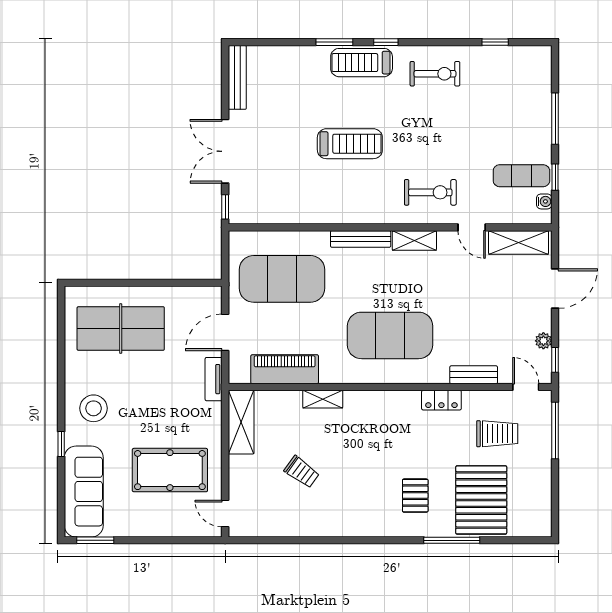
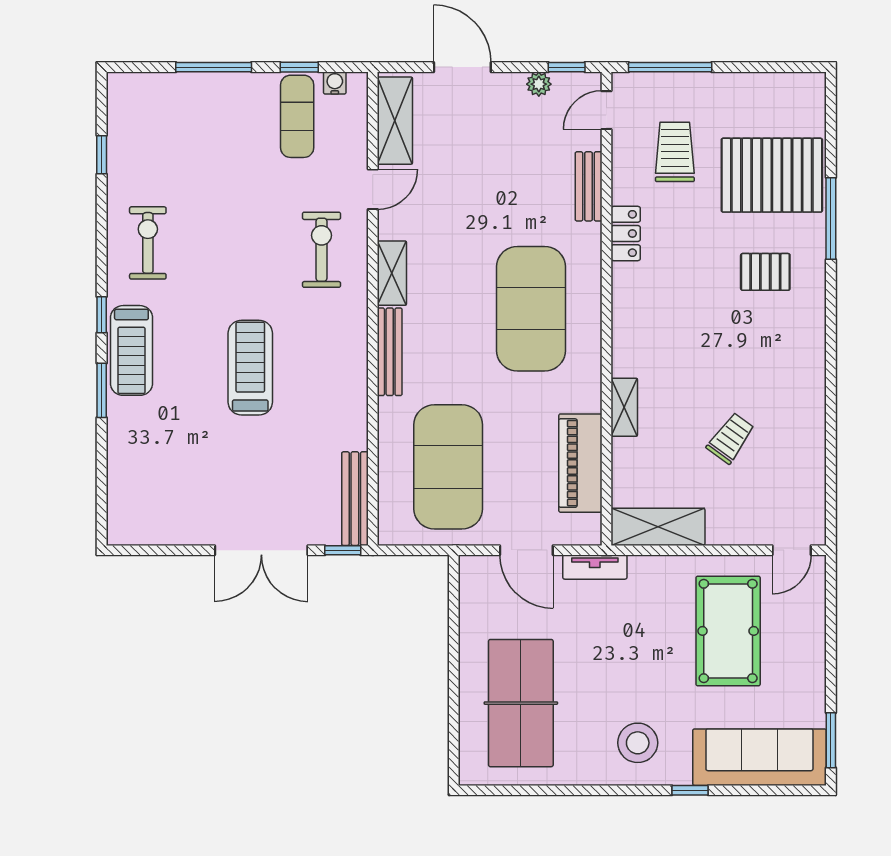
bench: (237, 77) -> (355, 499), moved, turned 90

